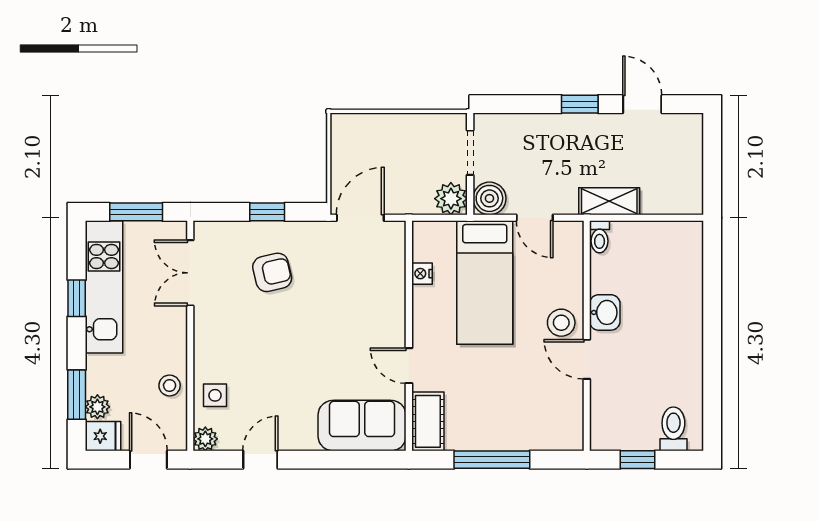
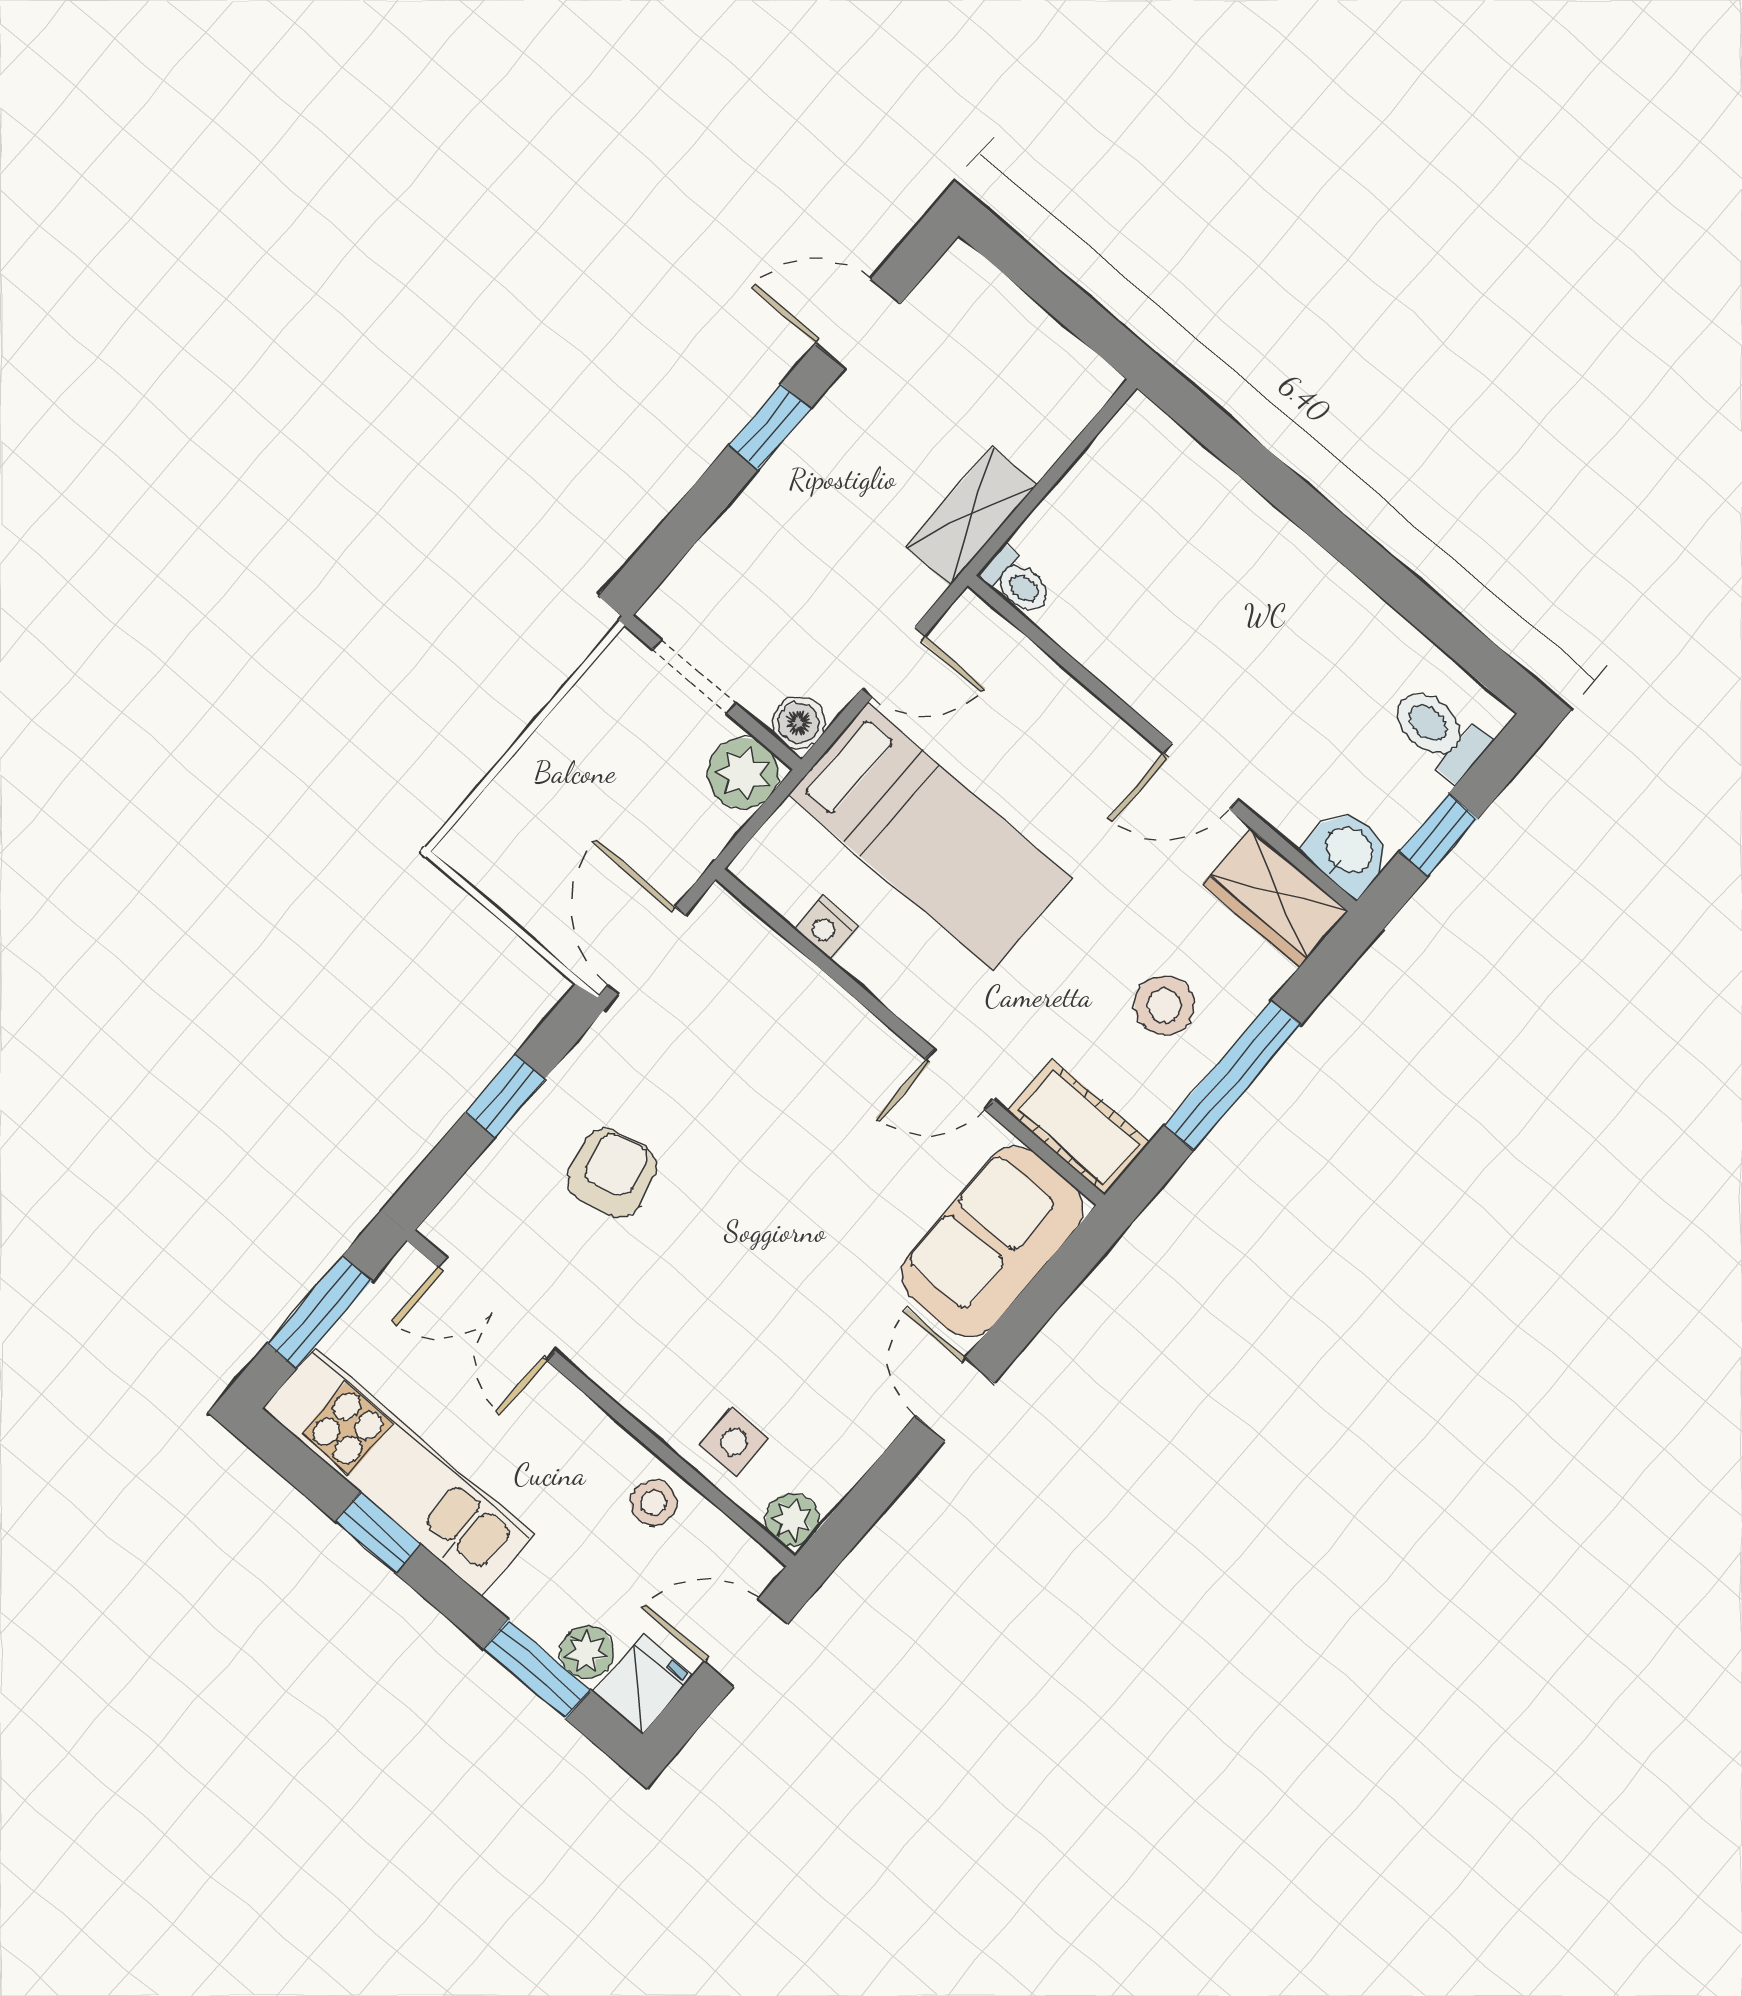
boiler: (489, 198) -> (798, 723), width x0.73, depth x0.73
washbasin: (605, 312) -> (1348, 851), moved
stool: (561, 323) -> (1165, 1005), moved
wardrobe: (567, 421) -> (1275, 898), added
door: (260, 460) -> (955, 1399), moved

